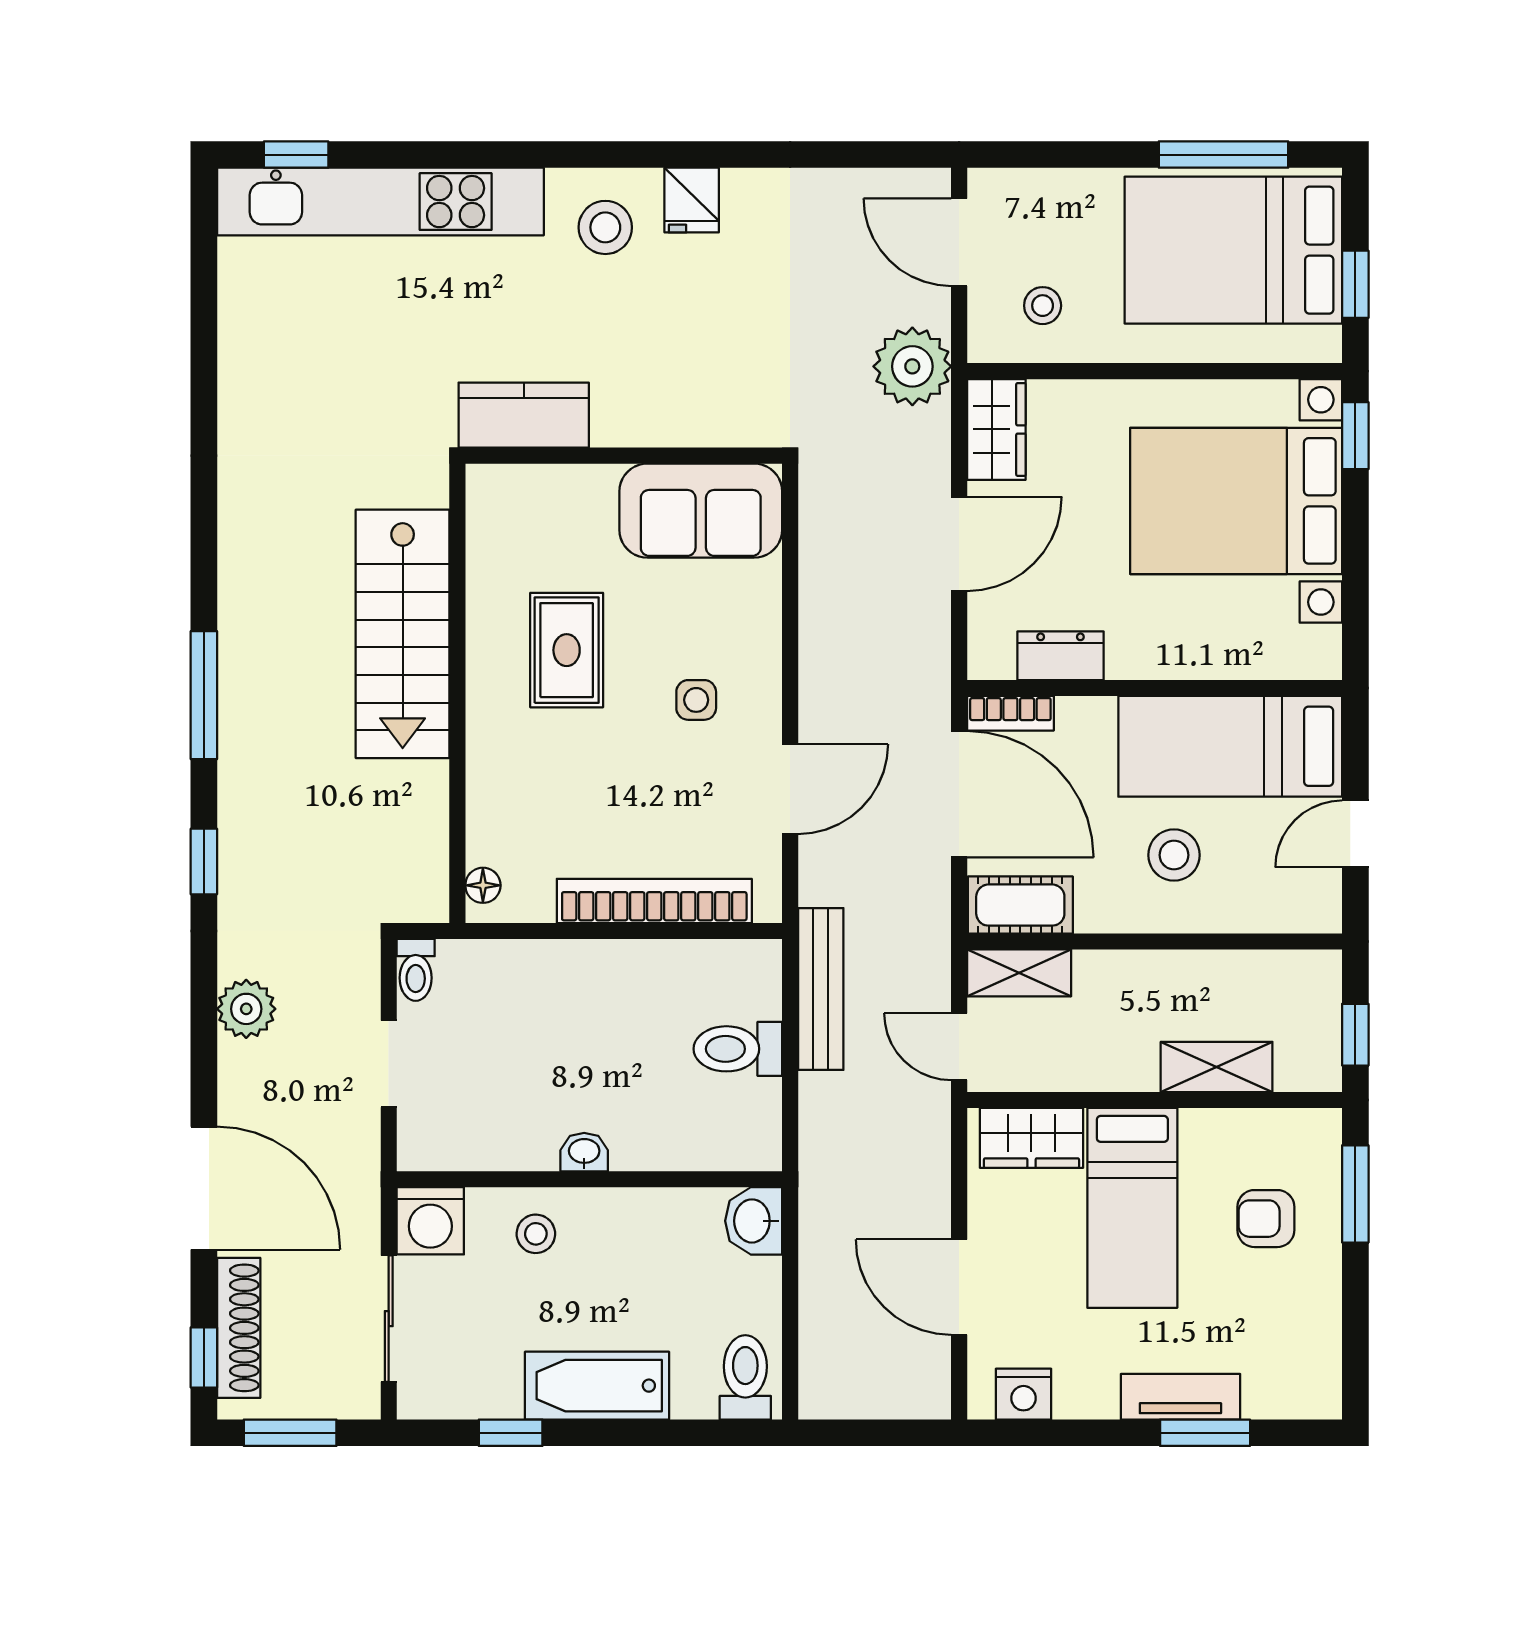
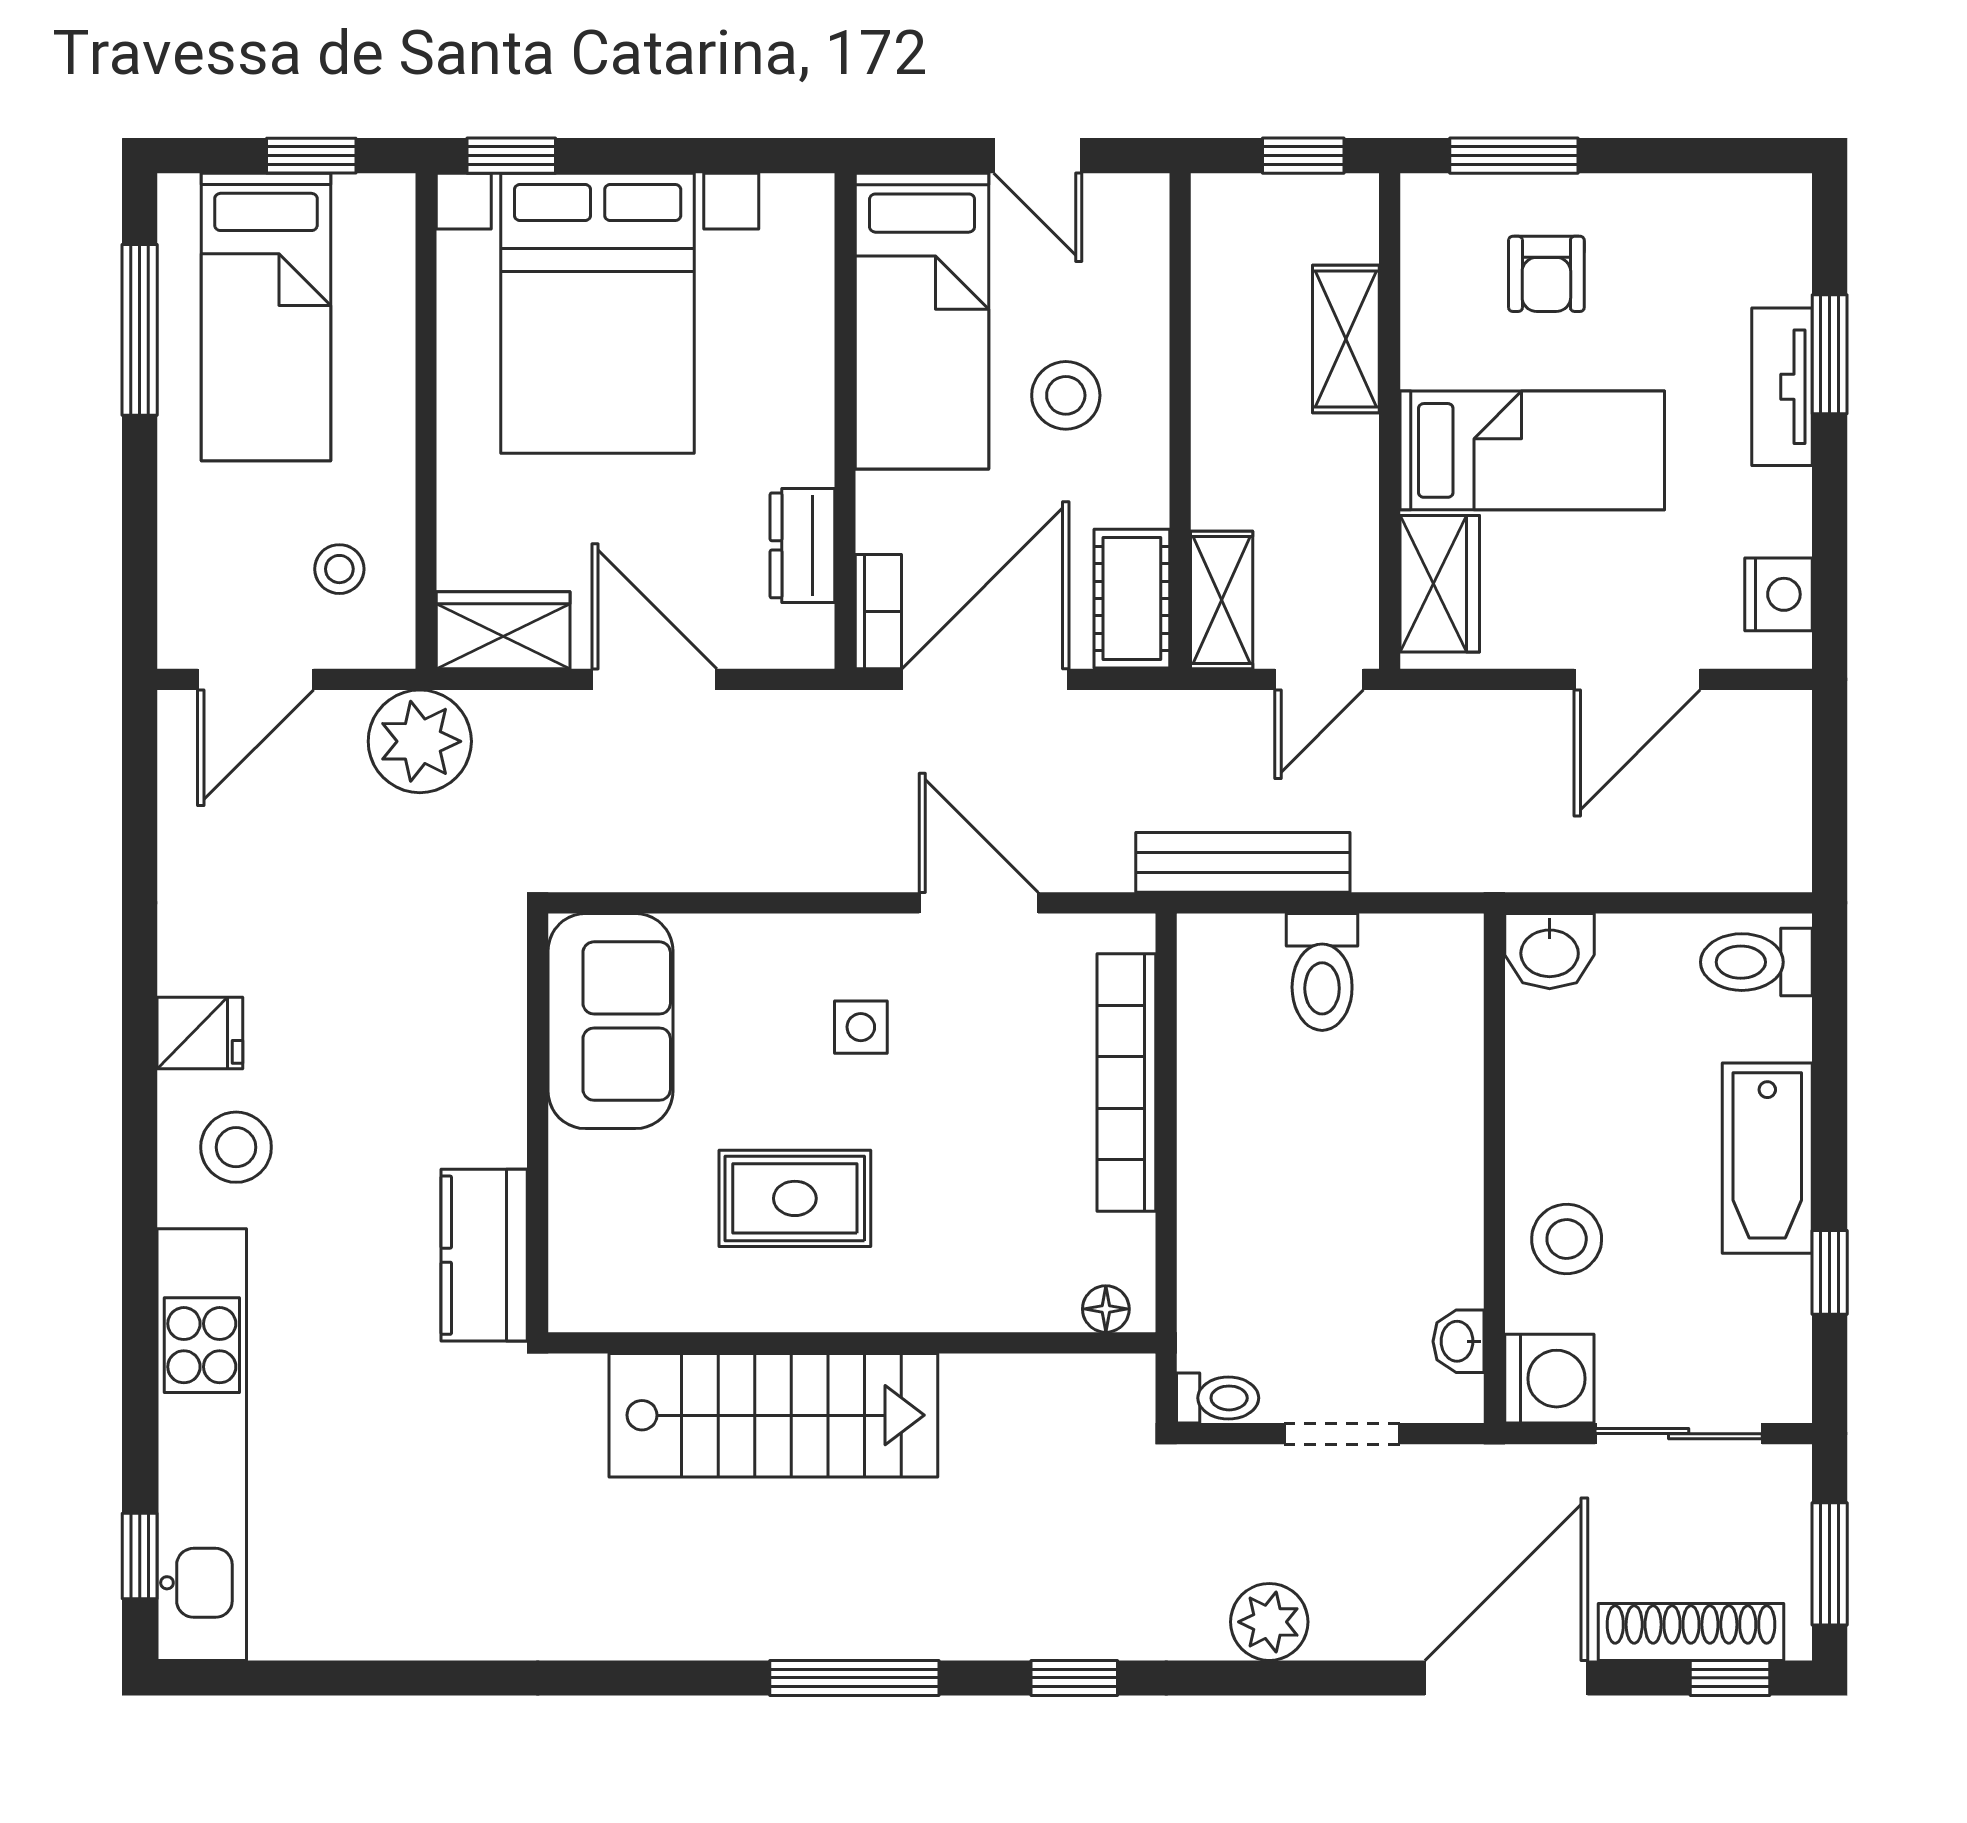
bed: (1233, 250) -> (266, 317), width x0.67
washbasin: (584, 1152) -> (1459, 1341), moved
stool: (536, 1234) -> (1567, 1239), width x1.37, depth x1.37

